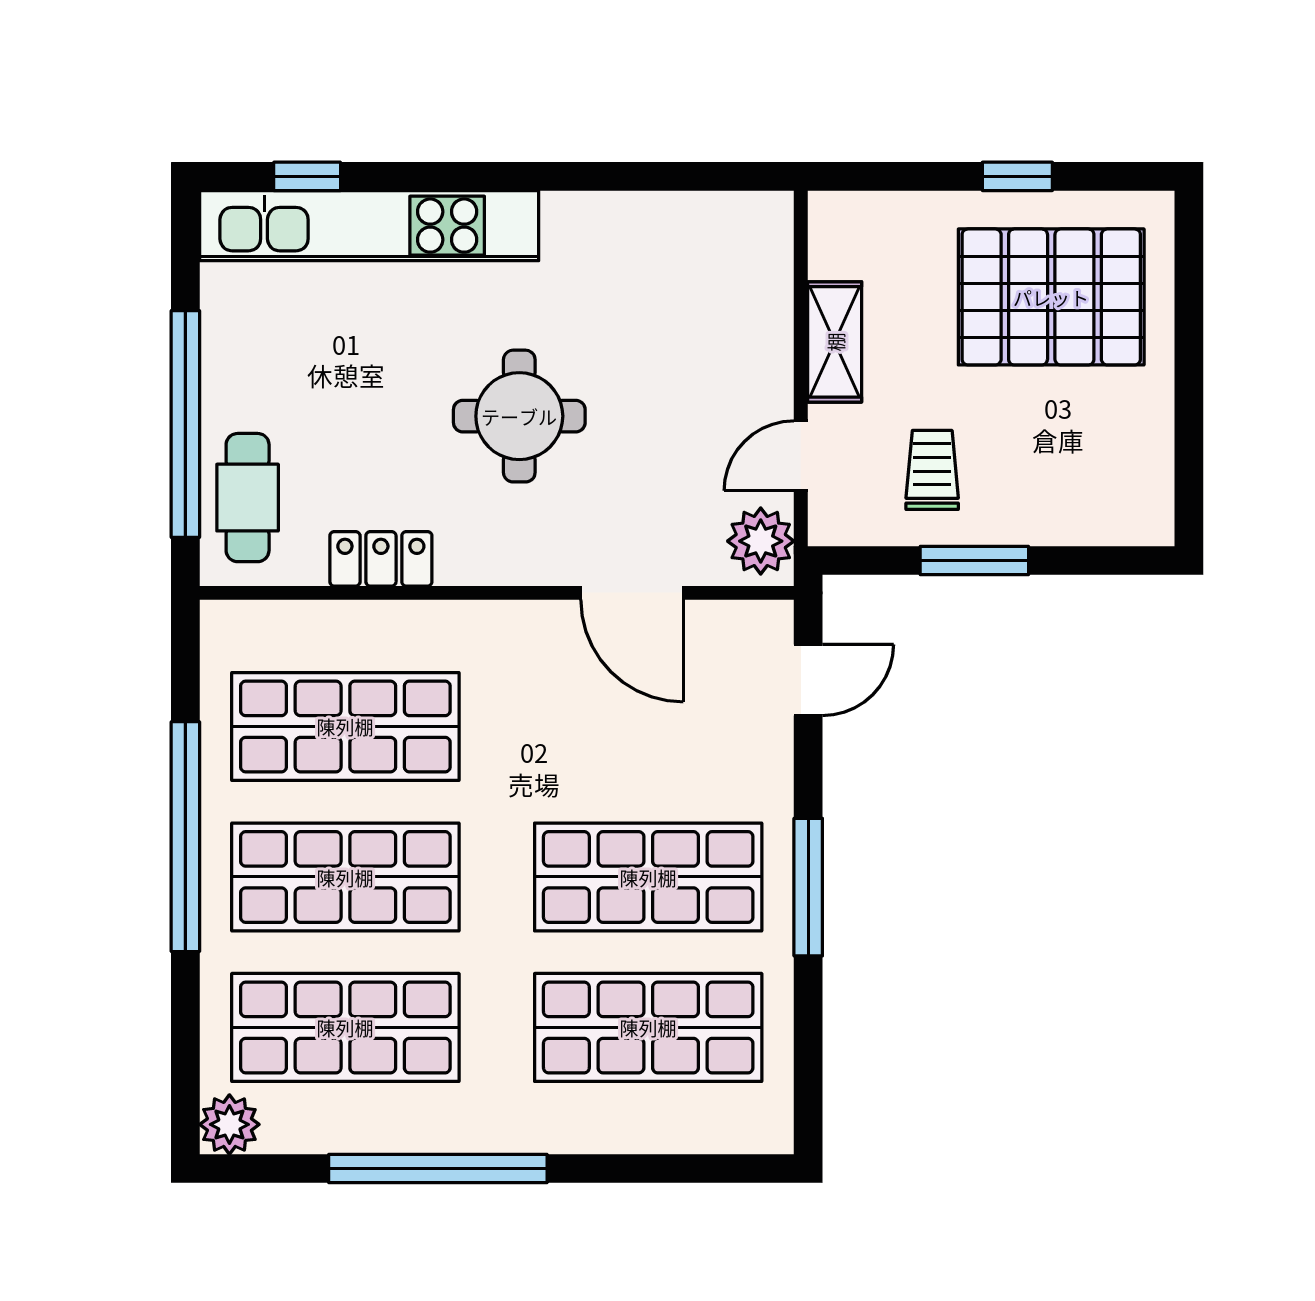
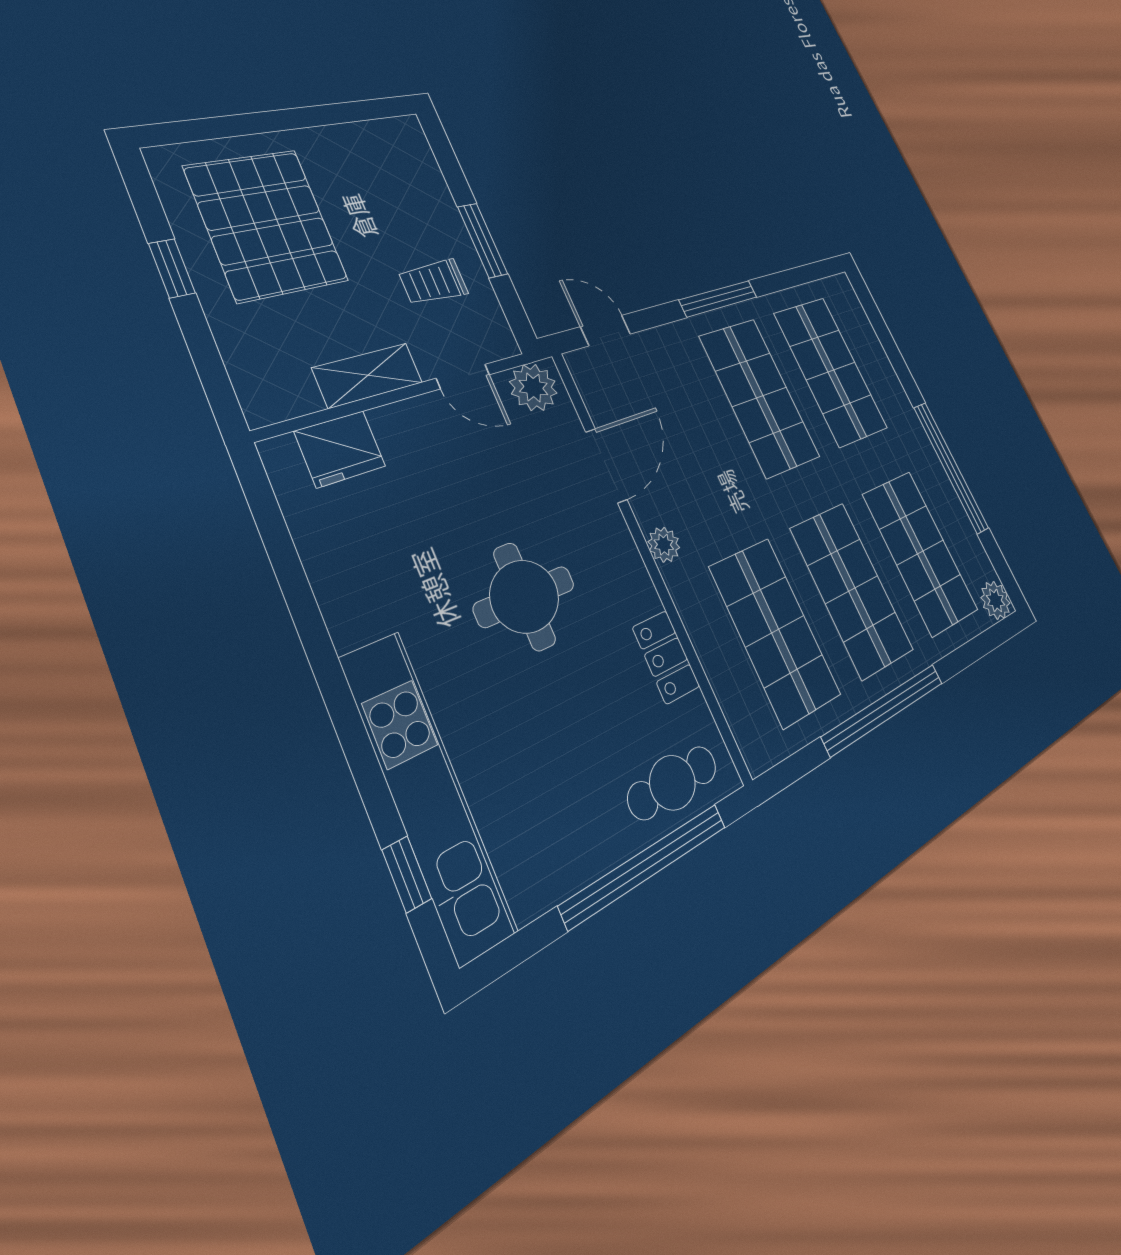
fridge: (758, 278) -> (340, 449), added
plant: (509, 624) -> (664, 545), added

